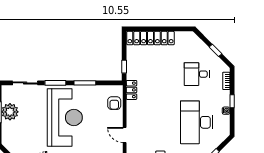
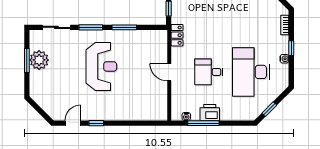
desk: (197, 74) -> (209, 72), moved
armchair: (114, 103) -> (157, 50), removed
reception desk: (65, 118) -> (101, 66), width x0.74, depth x0.77
door: (125, 135) -> (169, 72), moved

